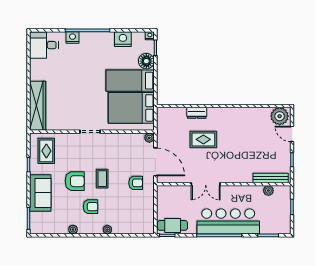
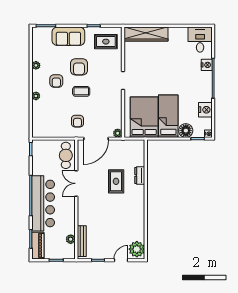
cafe table: (173, 225) -> (66, 155), moved
piano: (275, 227) -> (38, 245), added

